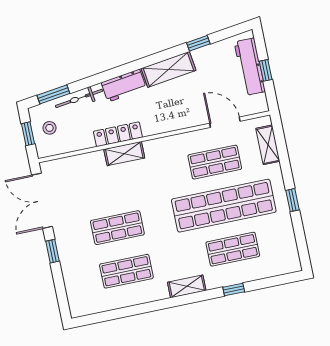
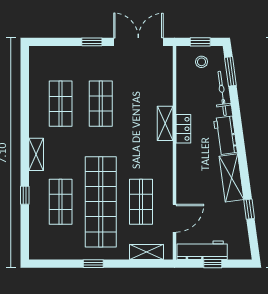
workbench: (250, 67) -> (202, 250), moved
locker: (118, 134) -> (183, 129), width x0.66

